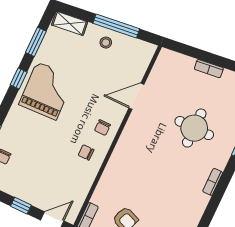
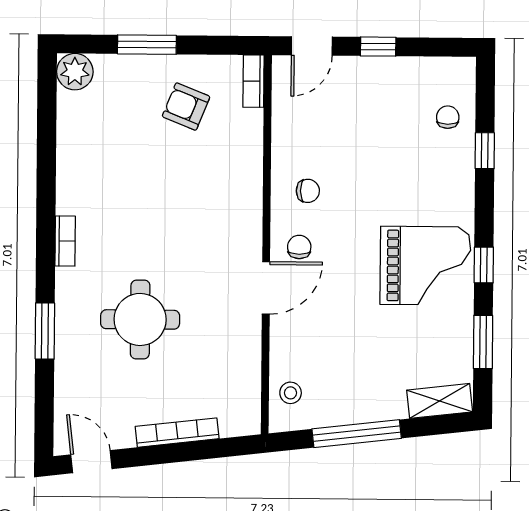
stool: (106, 43) -> (291, 393), moved
bookcase: (209, 69) -> (177, 433), width x1.56
grand piano: (47, 91) -> (425, 266), turned -88
door: (136, 96) -> (266, 288), moved

